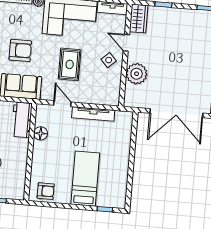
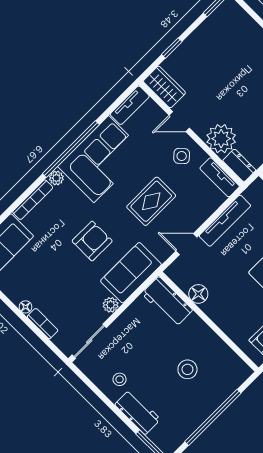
rug: (70, 64) -> (151, 201), turned 90
tv unit: (115, 91) -> (220, 177), added
dresser: (130, 96) -> (239, 165), added

